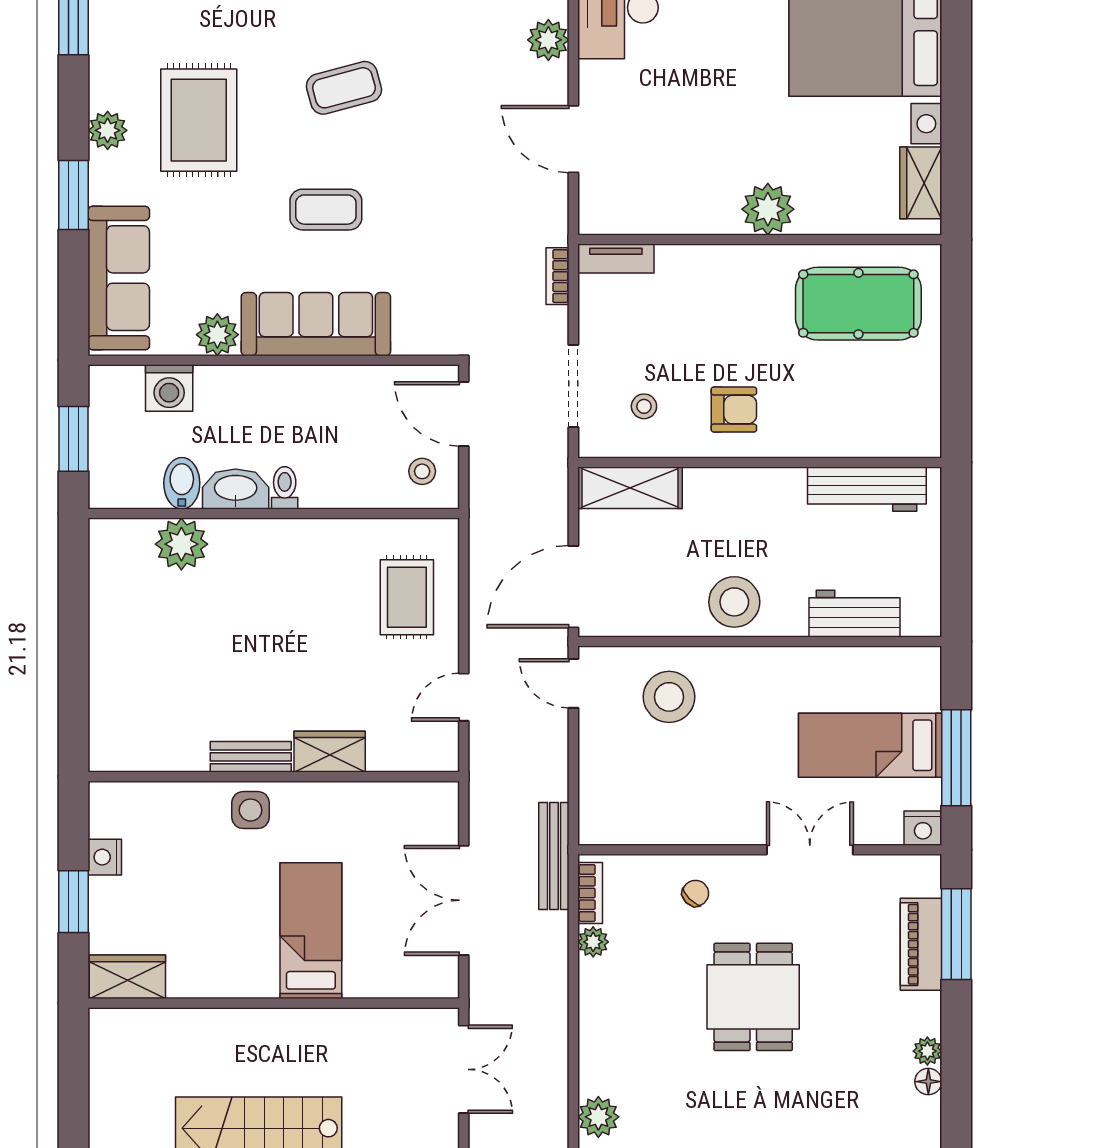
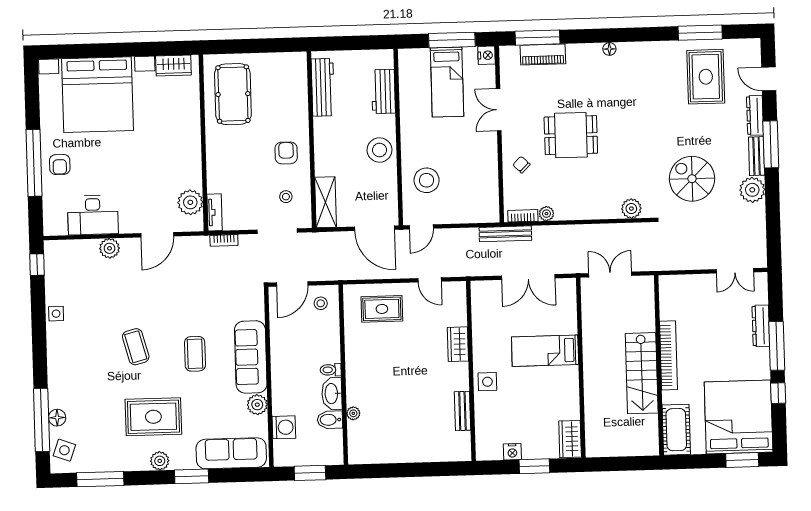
plant: (768, 209) -> (190, 202), moved
plant: (181, 544) -> (353, 413), width x0.53, depth x0.53
bench: (251, 757) -> (462, 411), moved
plant: (927, 1051) -> (595, 50), removed

